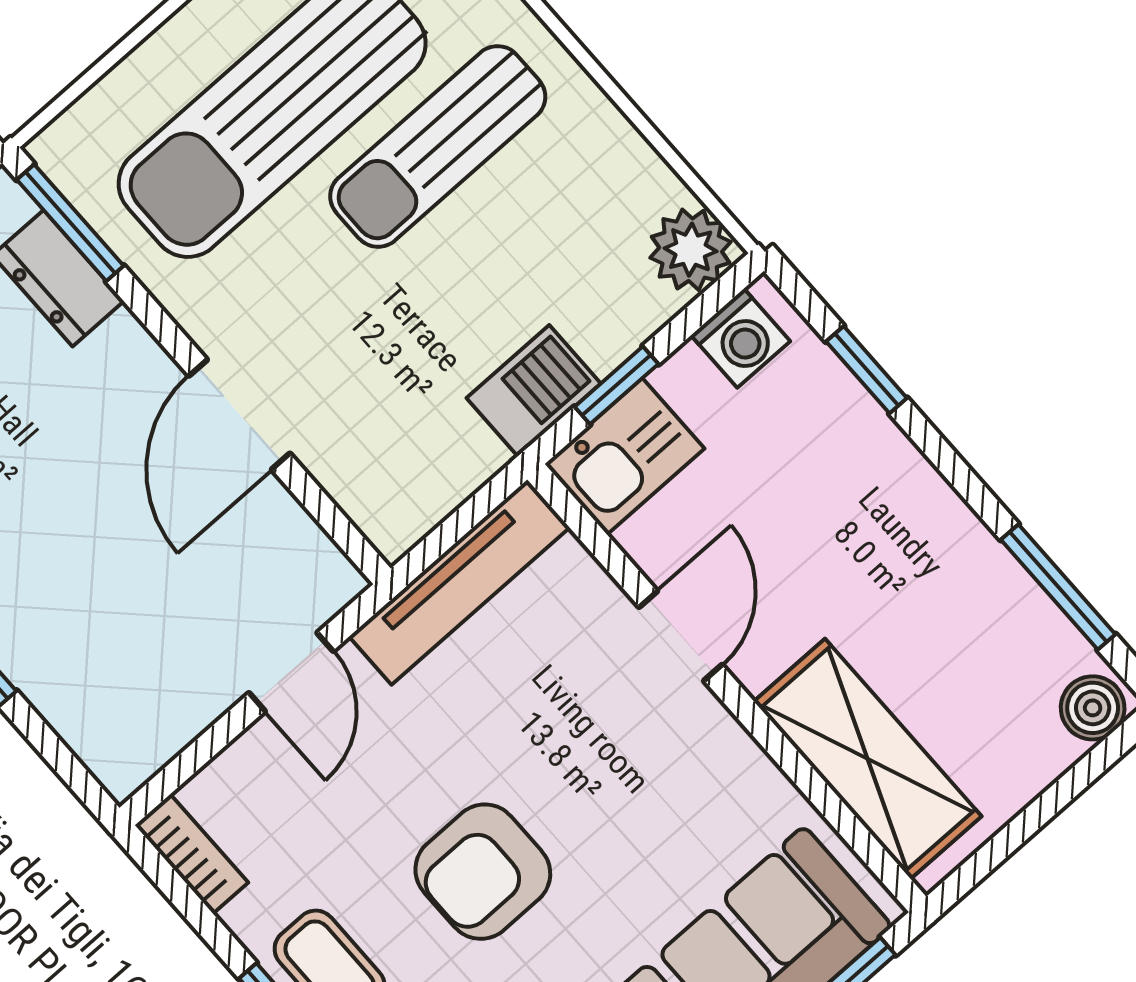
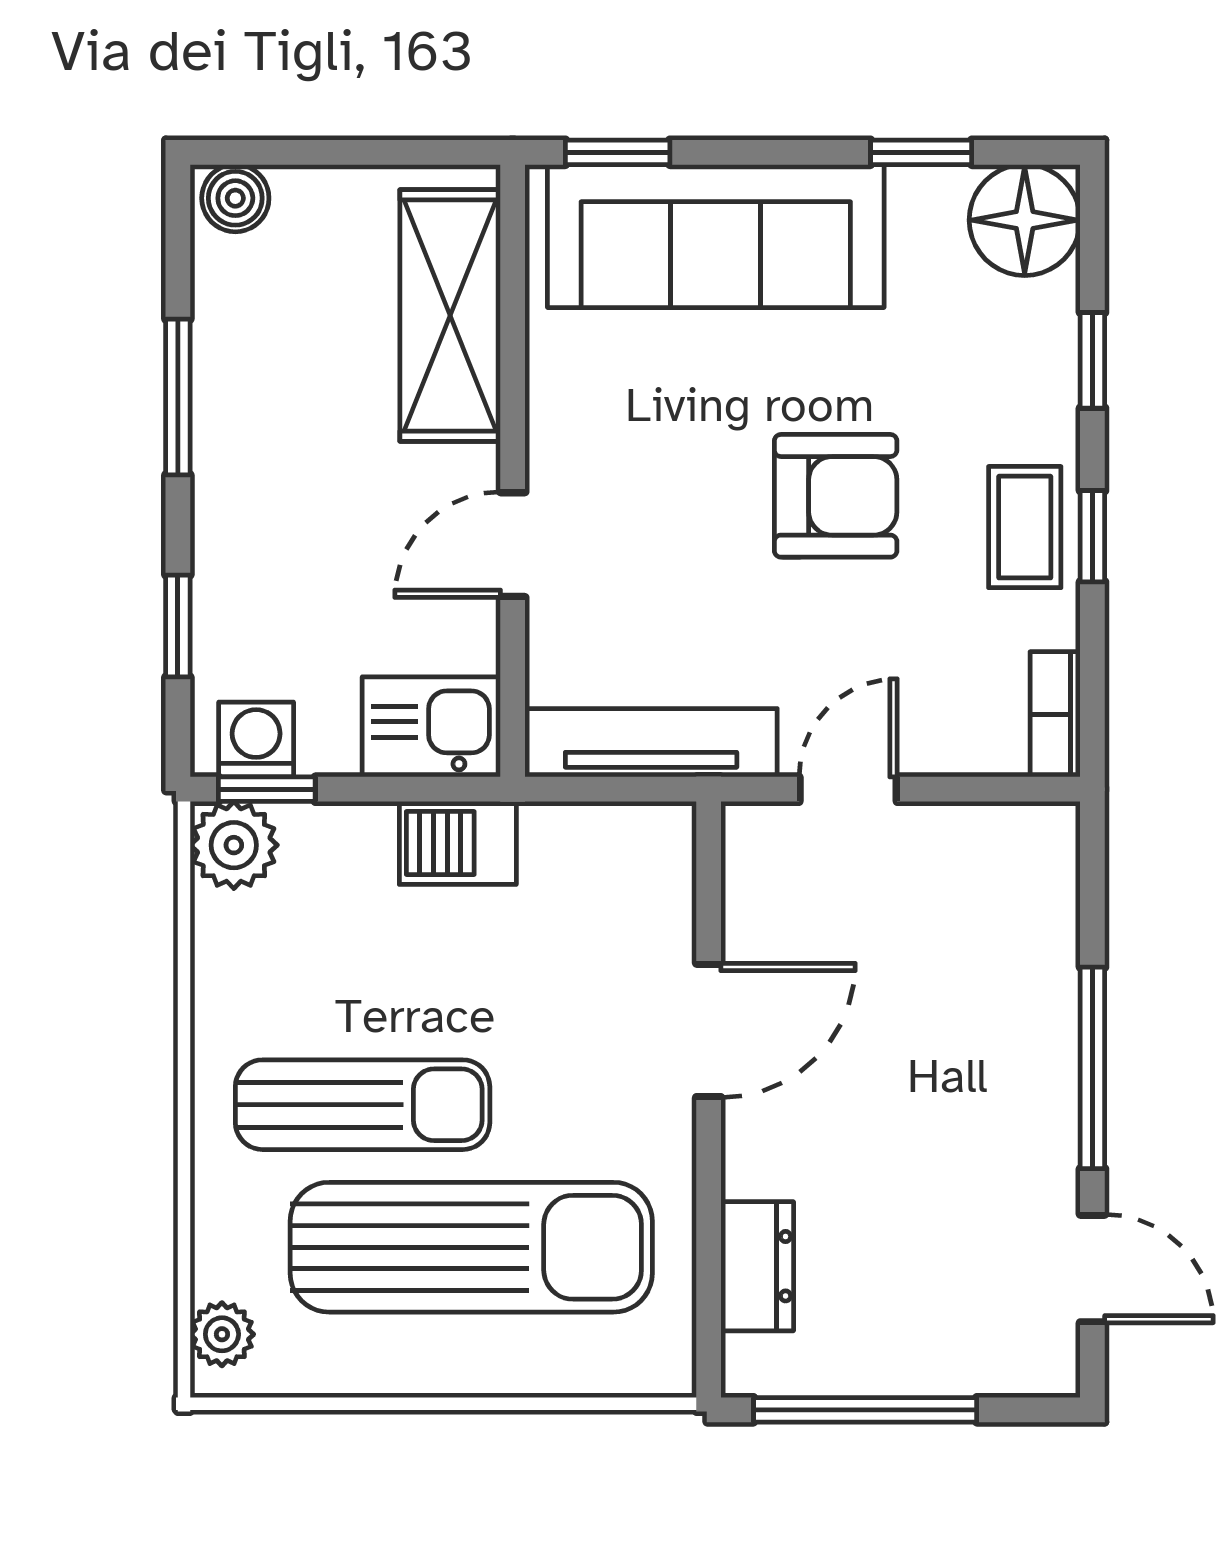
window: (70, 223) -> (709, 1302), removed
window: (616, 385) -> (267, 789), moved
window: (1058, 587) -> (178, 397), moved

